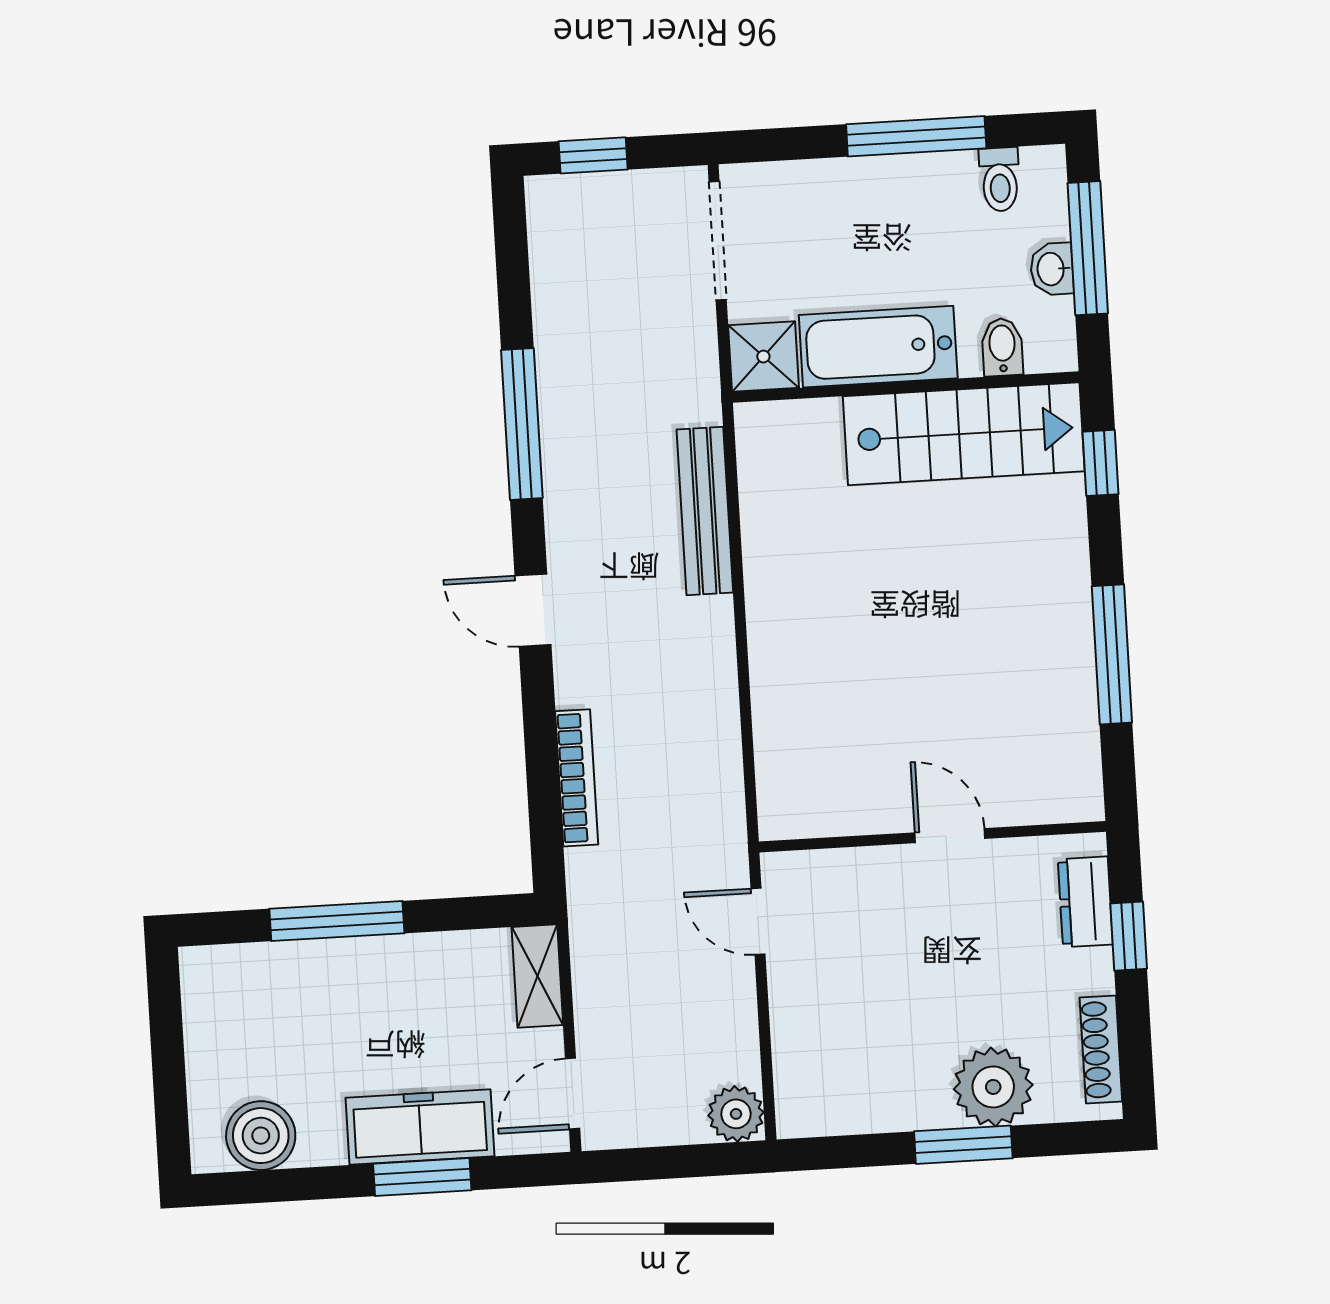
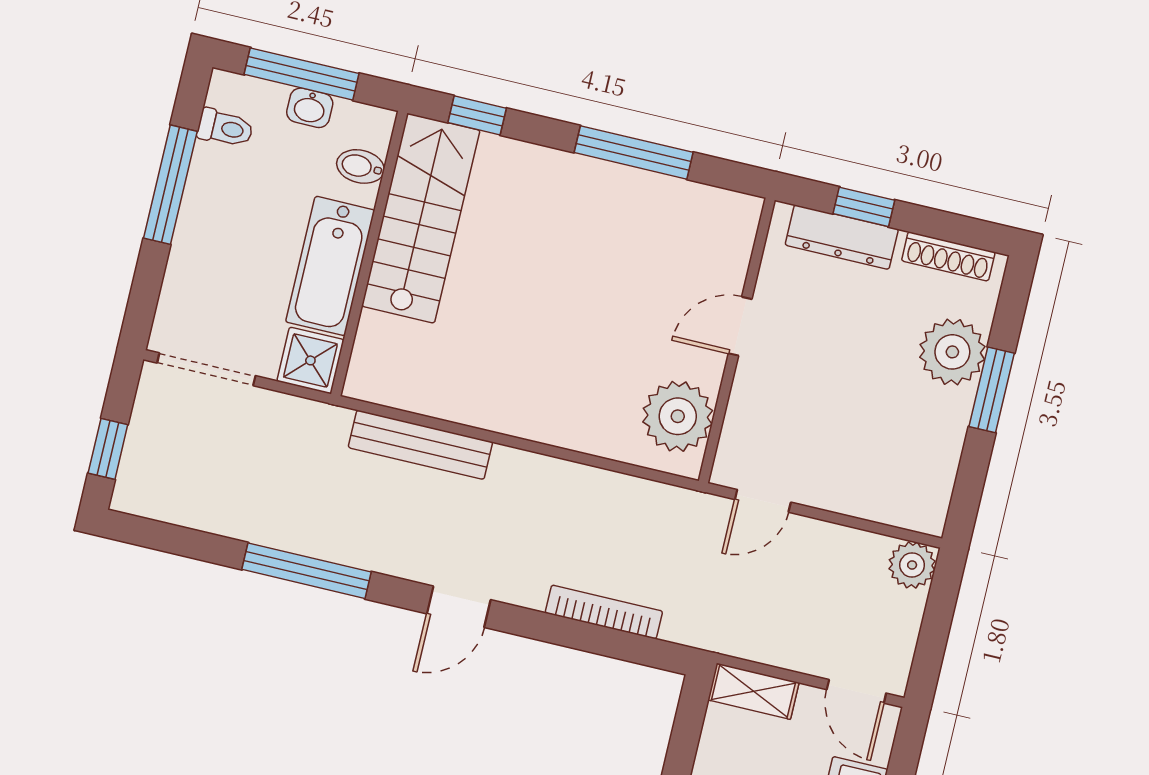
plant: (826, 795) -> (678, 416), added
dresser: (1085, 902) -> (842, 237), width x1.44

